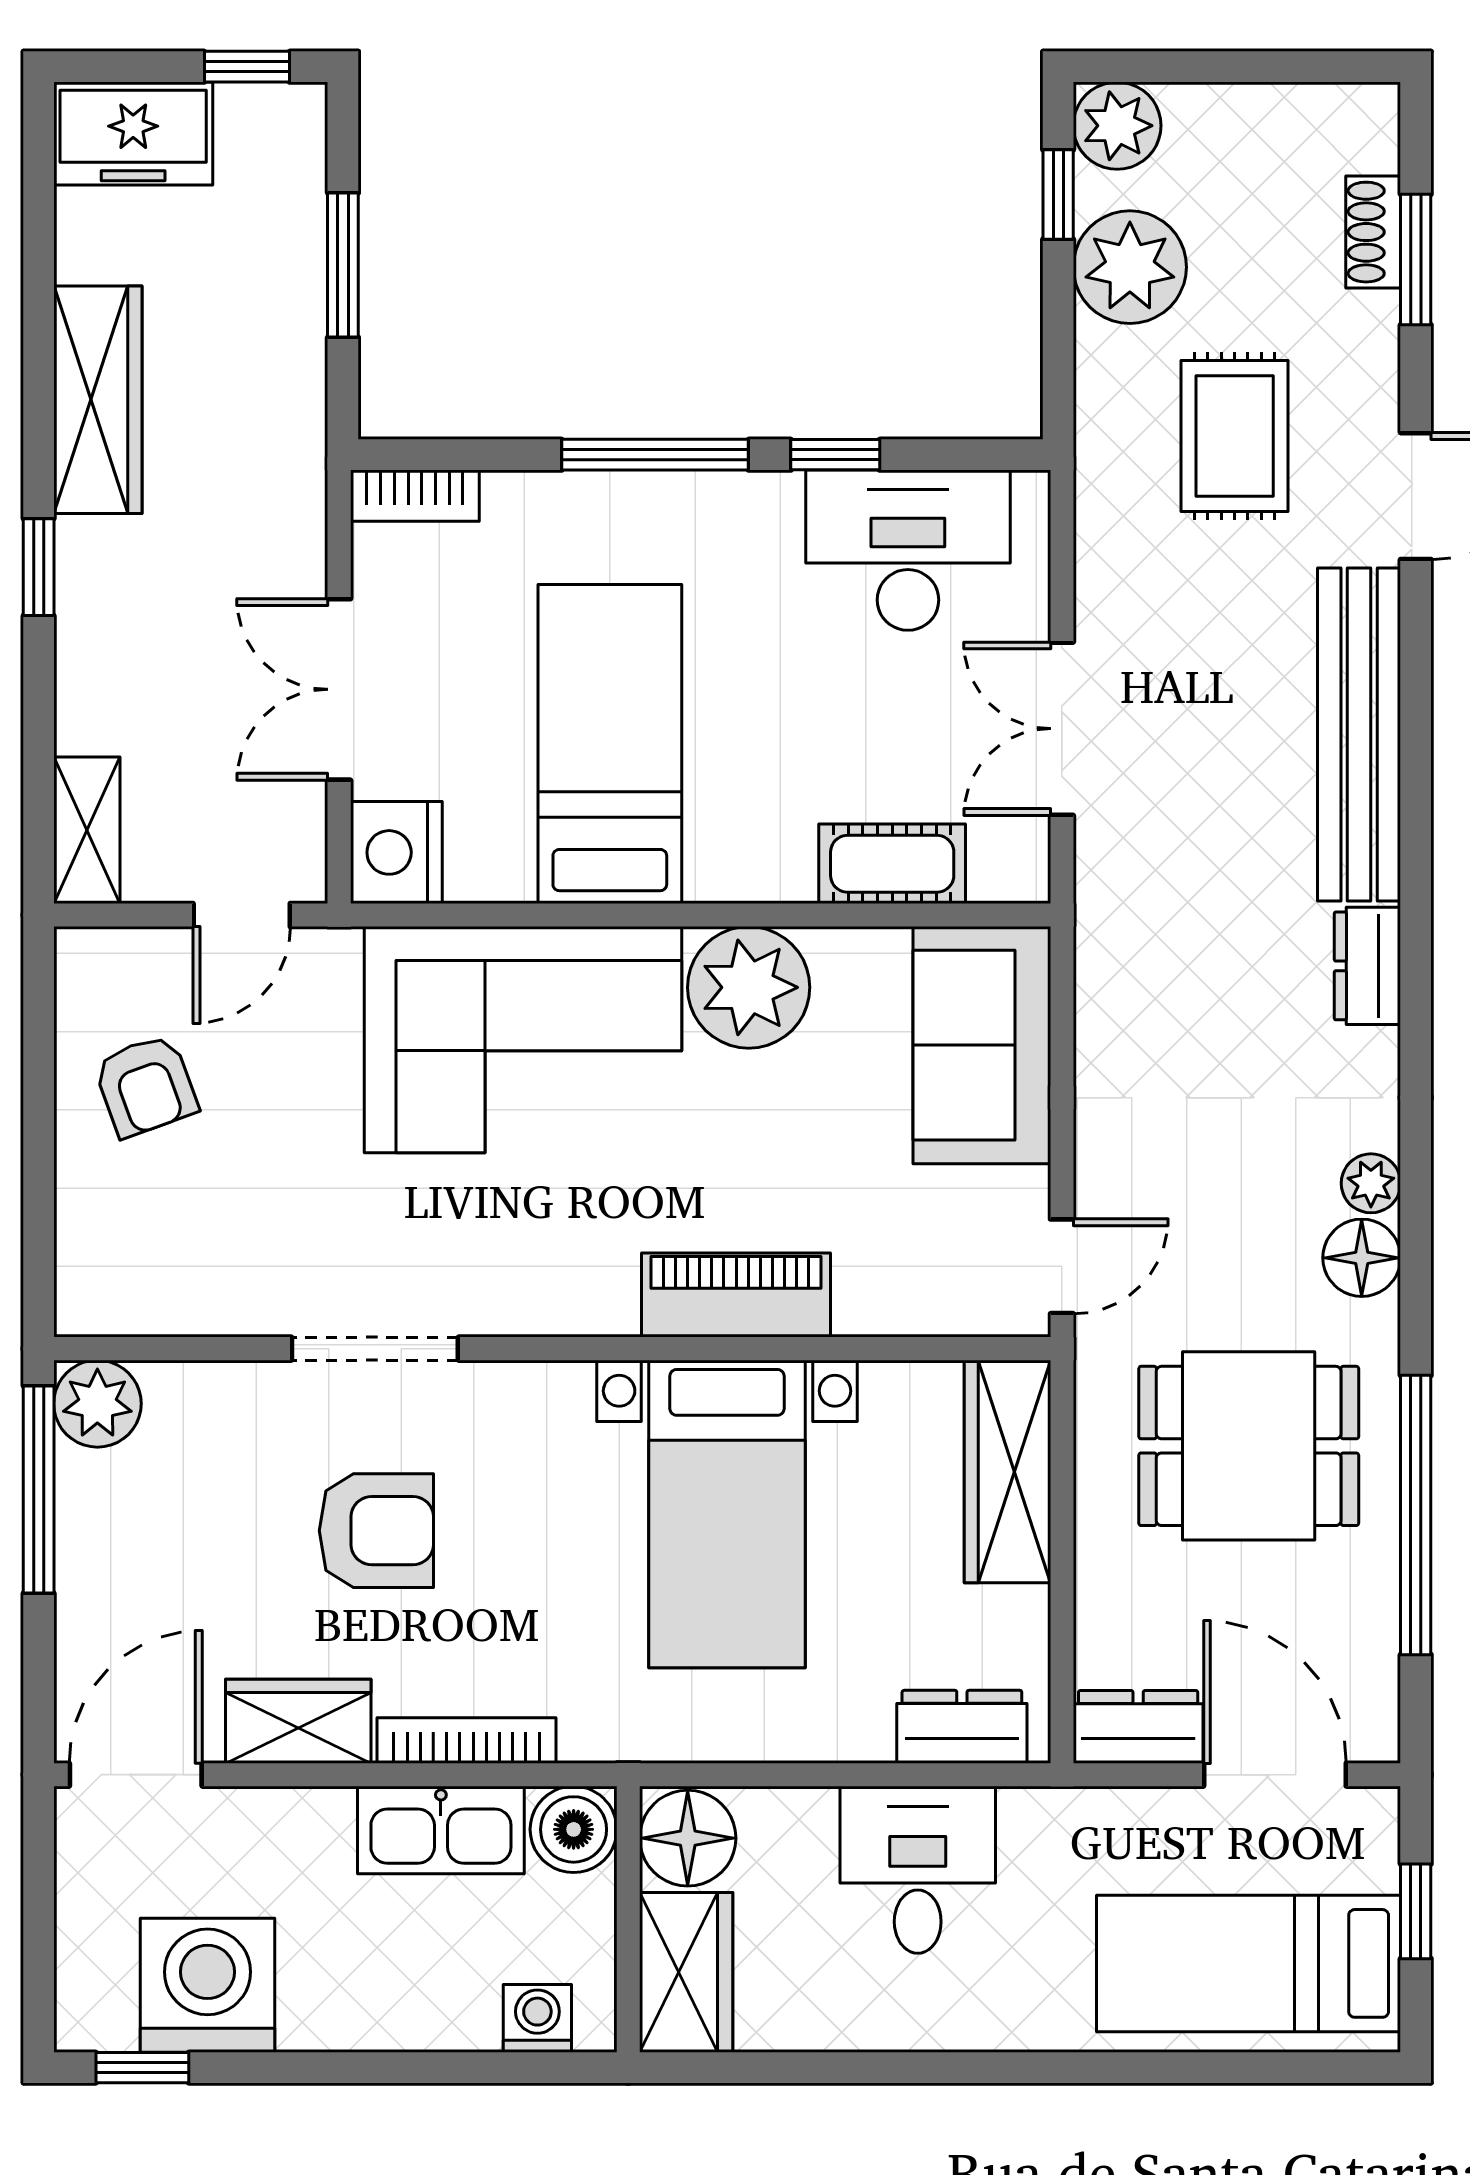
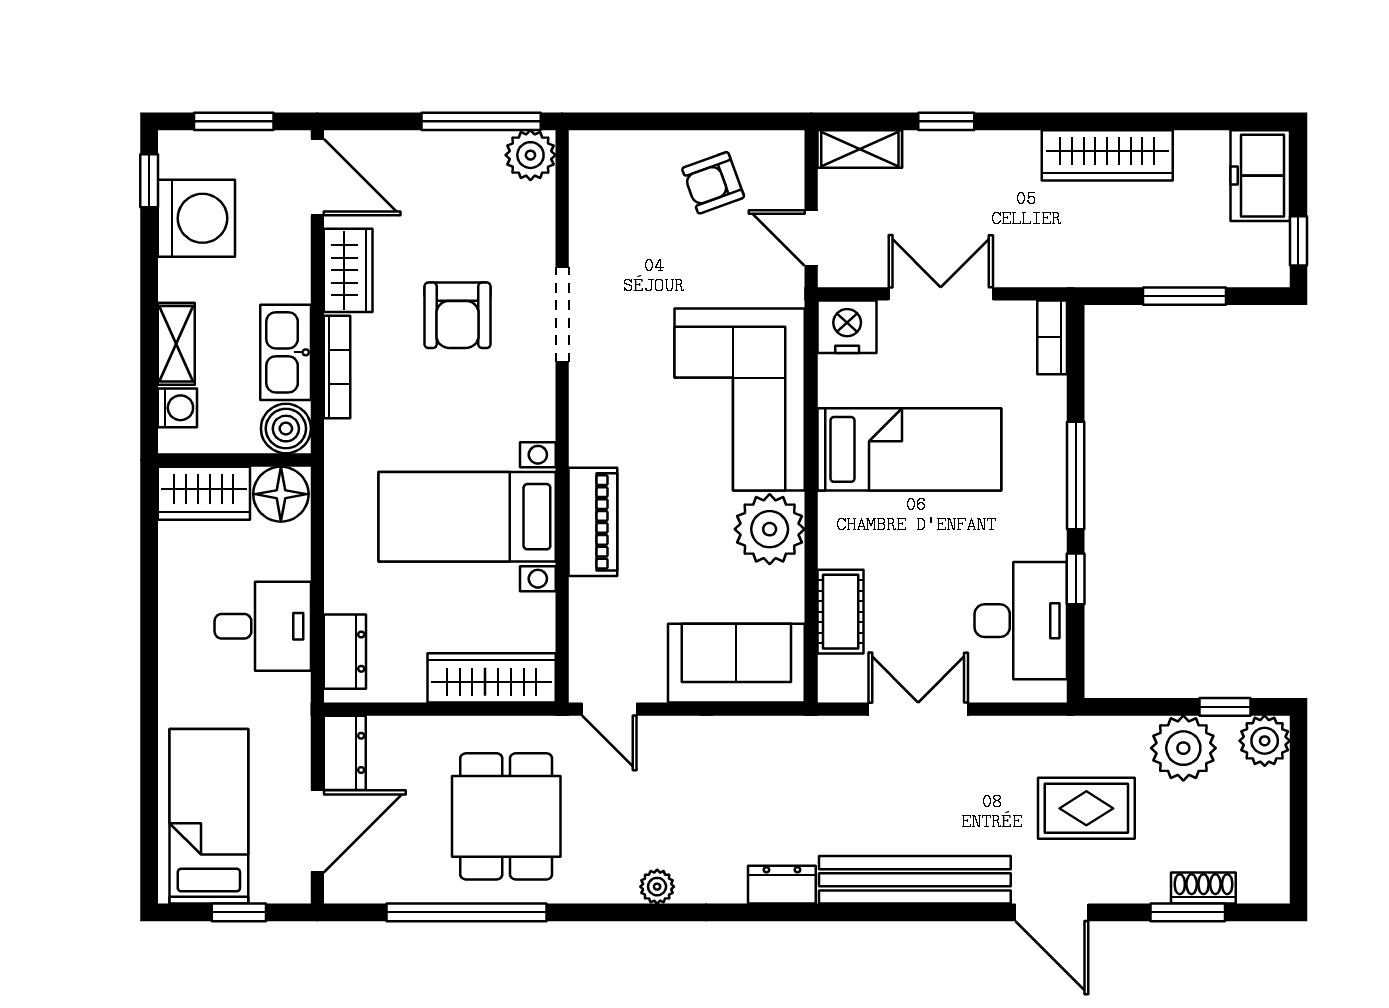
window: (39, 567) -> (946, 121), moved
floor lamp: (1362, 1258) -> (614, 881), removed
window: (39, 1920) -> (234, 121), added
shelving: (426, 2020) -> (176, 344), added

